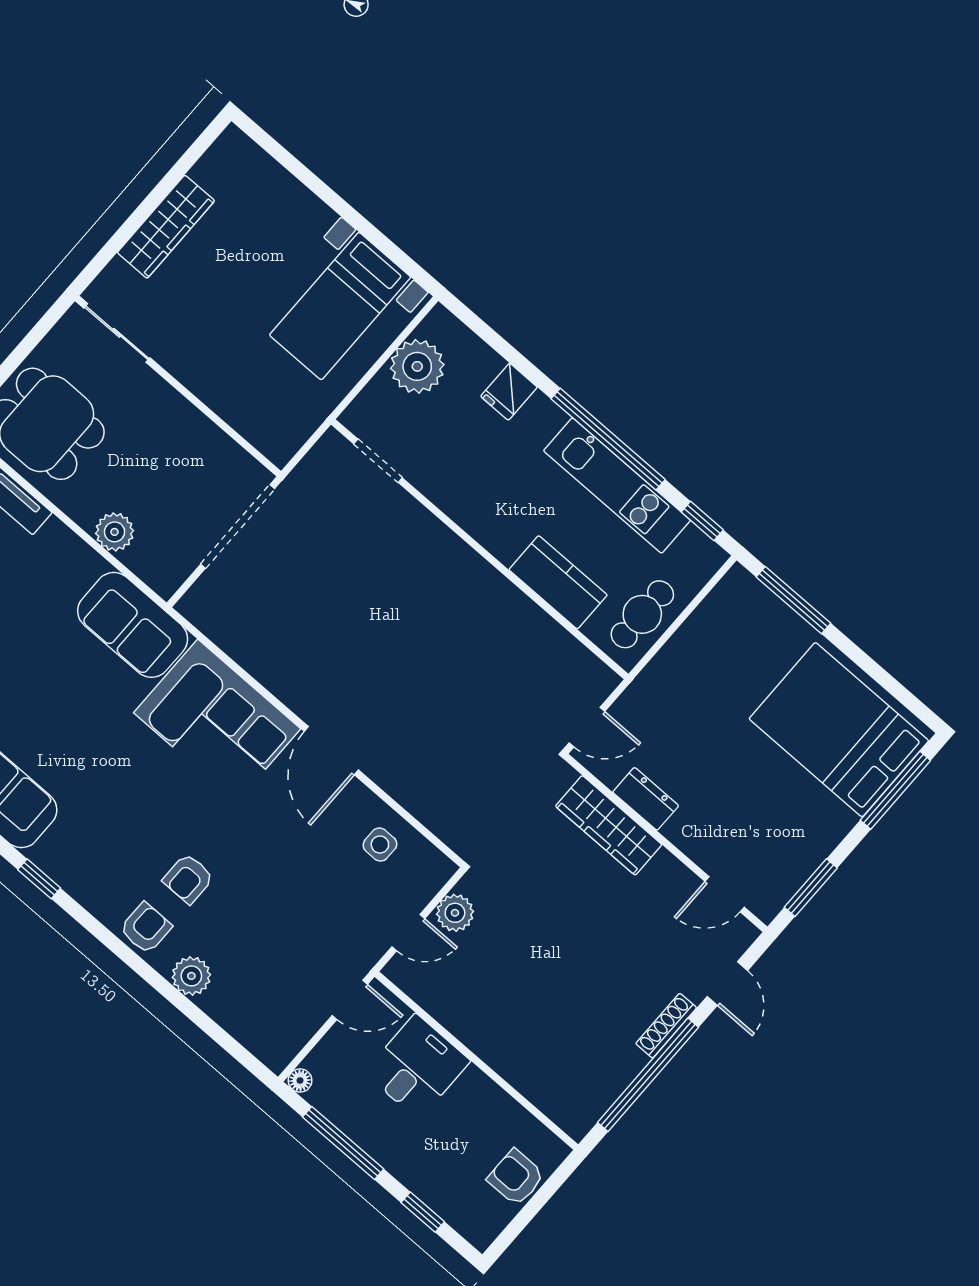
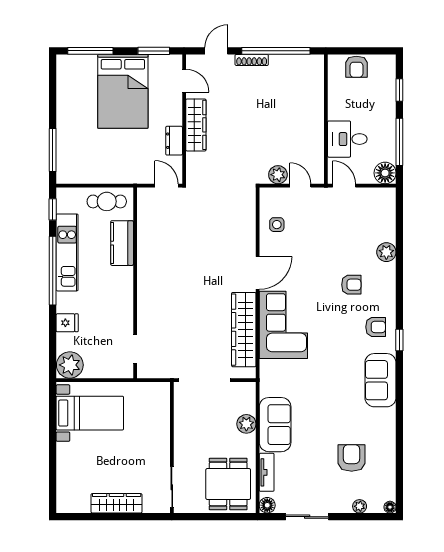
plant: (417, 366) -> (70, 365), moved
sofa: (133, 625) -> (275, 425), moved
wardrobe: (263, 654) -> (244, 330), added
bed: (839, 730) -> (123, 91), moved
wardrobe: (609, 825) -> (196, 125), moved
armchair: (146, 928) -> (376, 327), moved, turned 180
floor lamp: (300, 1081) -> (385, 173), width x1.89, depth x1.89

